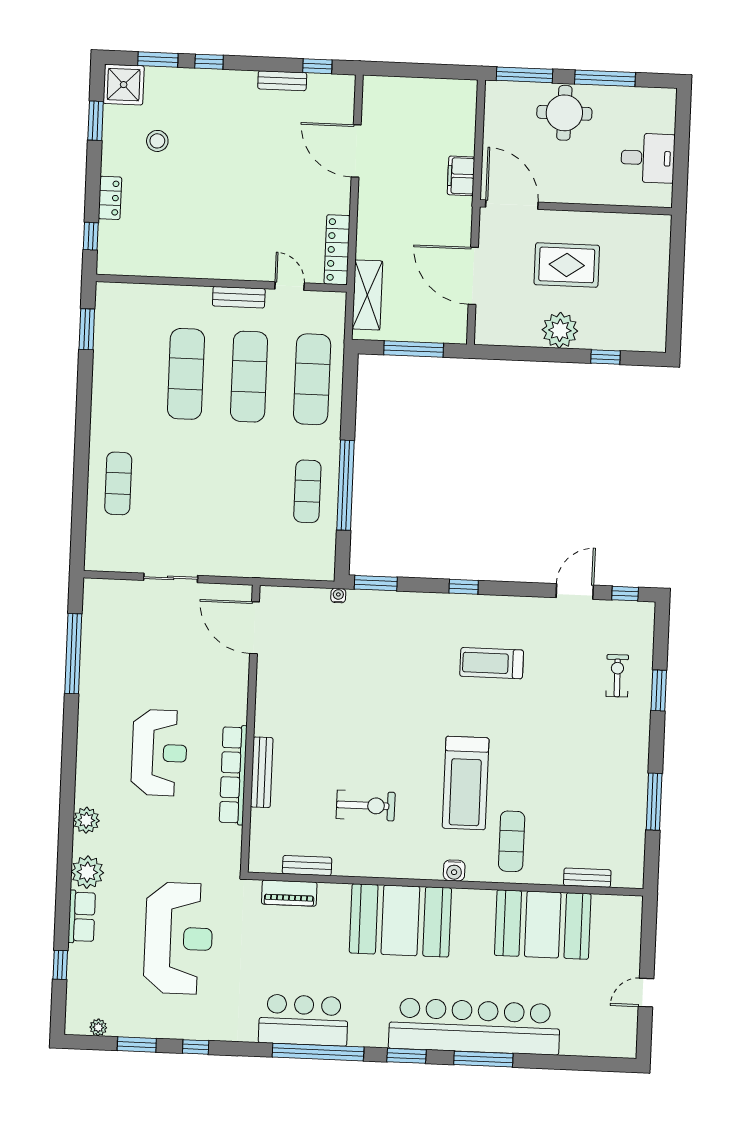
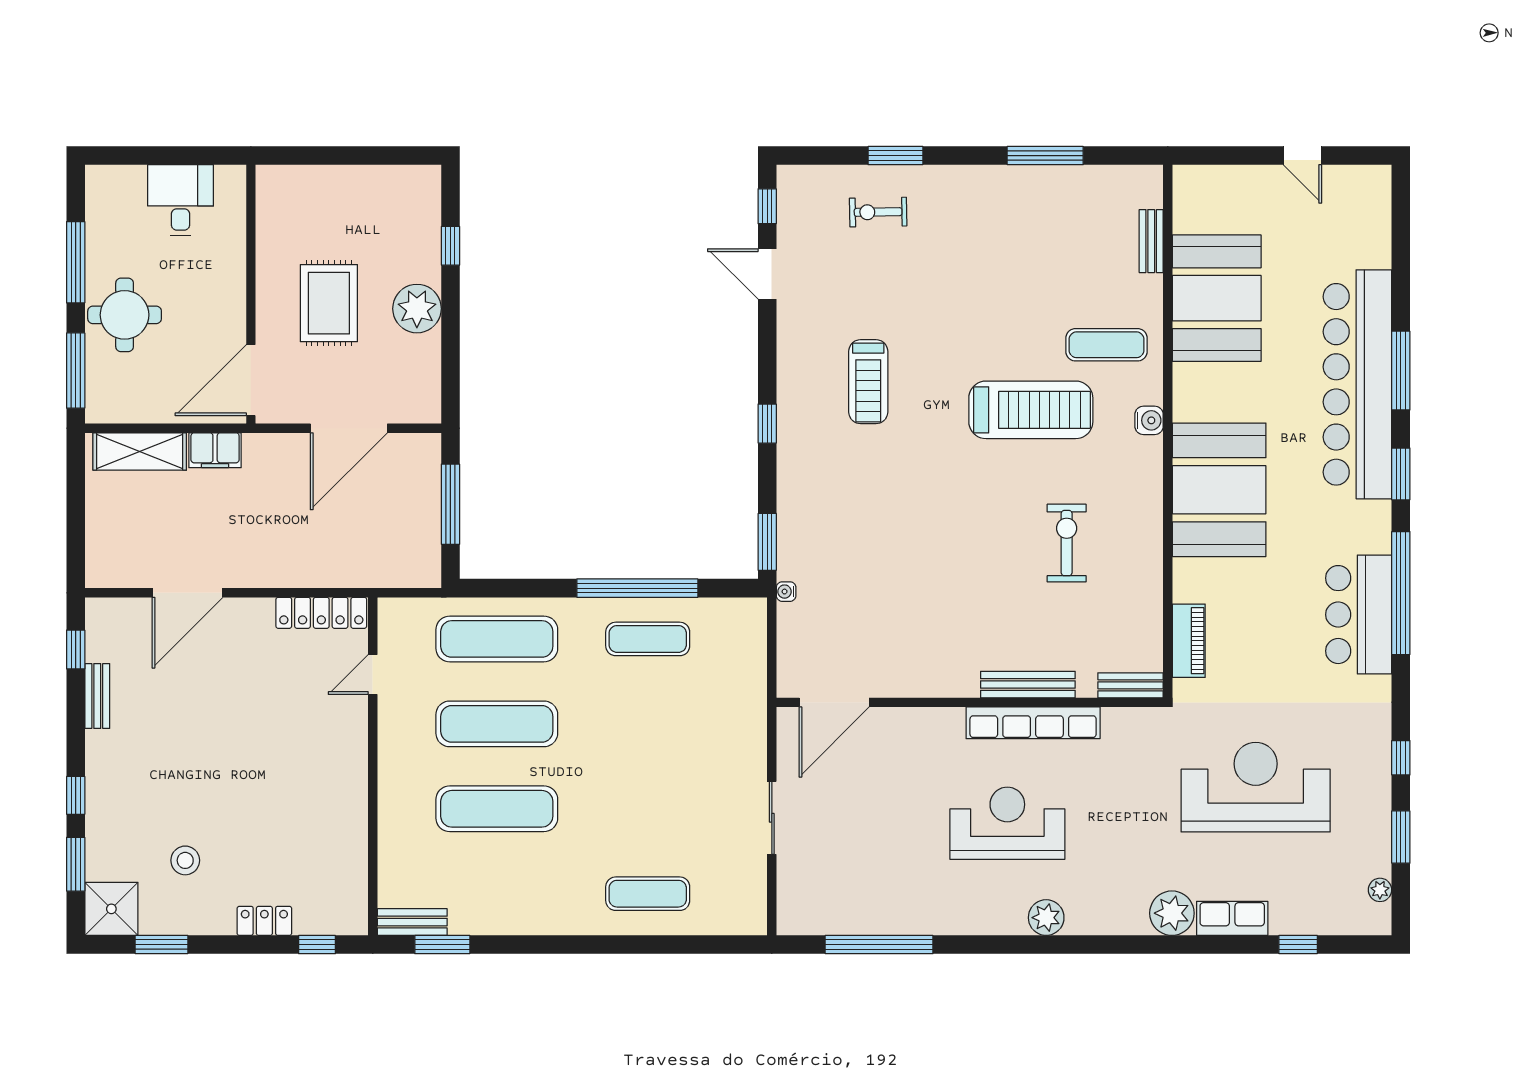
shelving: (367, 295) -> (140, 451), moved
bench: (239, 297) -> (412, 922), moved, turned 90
plant: (86, 820) -> (1046, 918), moved
bench: (307, 866) -> (1131, 685), moved, turned 90

